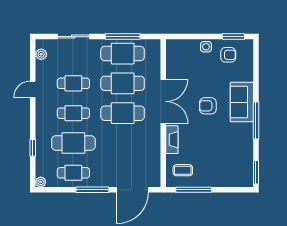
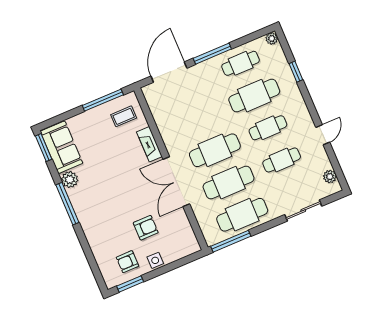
window: (123, 37) -> (231, 241), moved
sofa: (242, 102) -> (62, 147), moved
armchair: (208, 106) -> (146, 228), moved
plant: (246, 139) -> (70, 180), added

